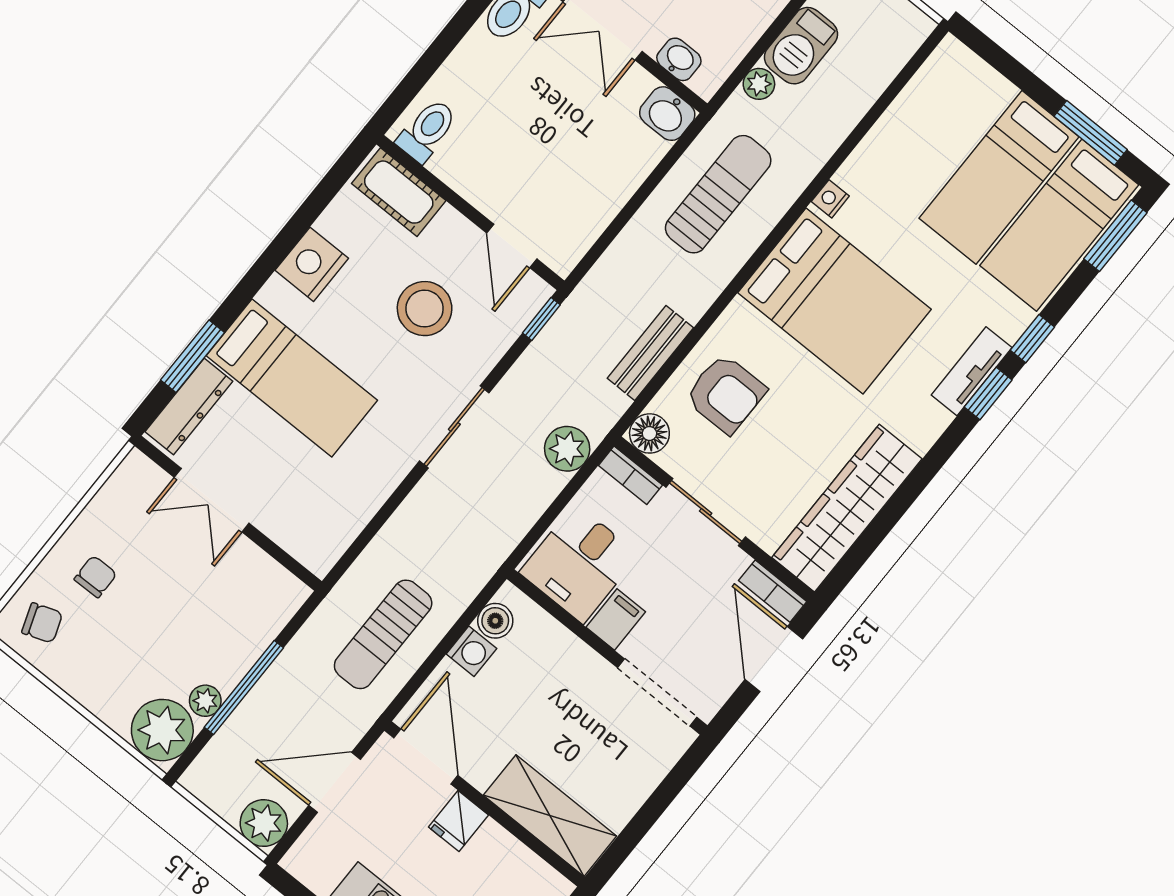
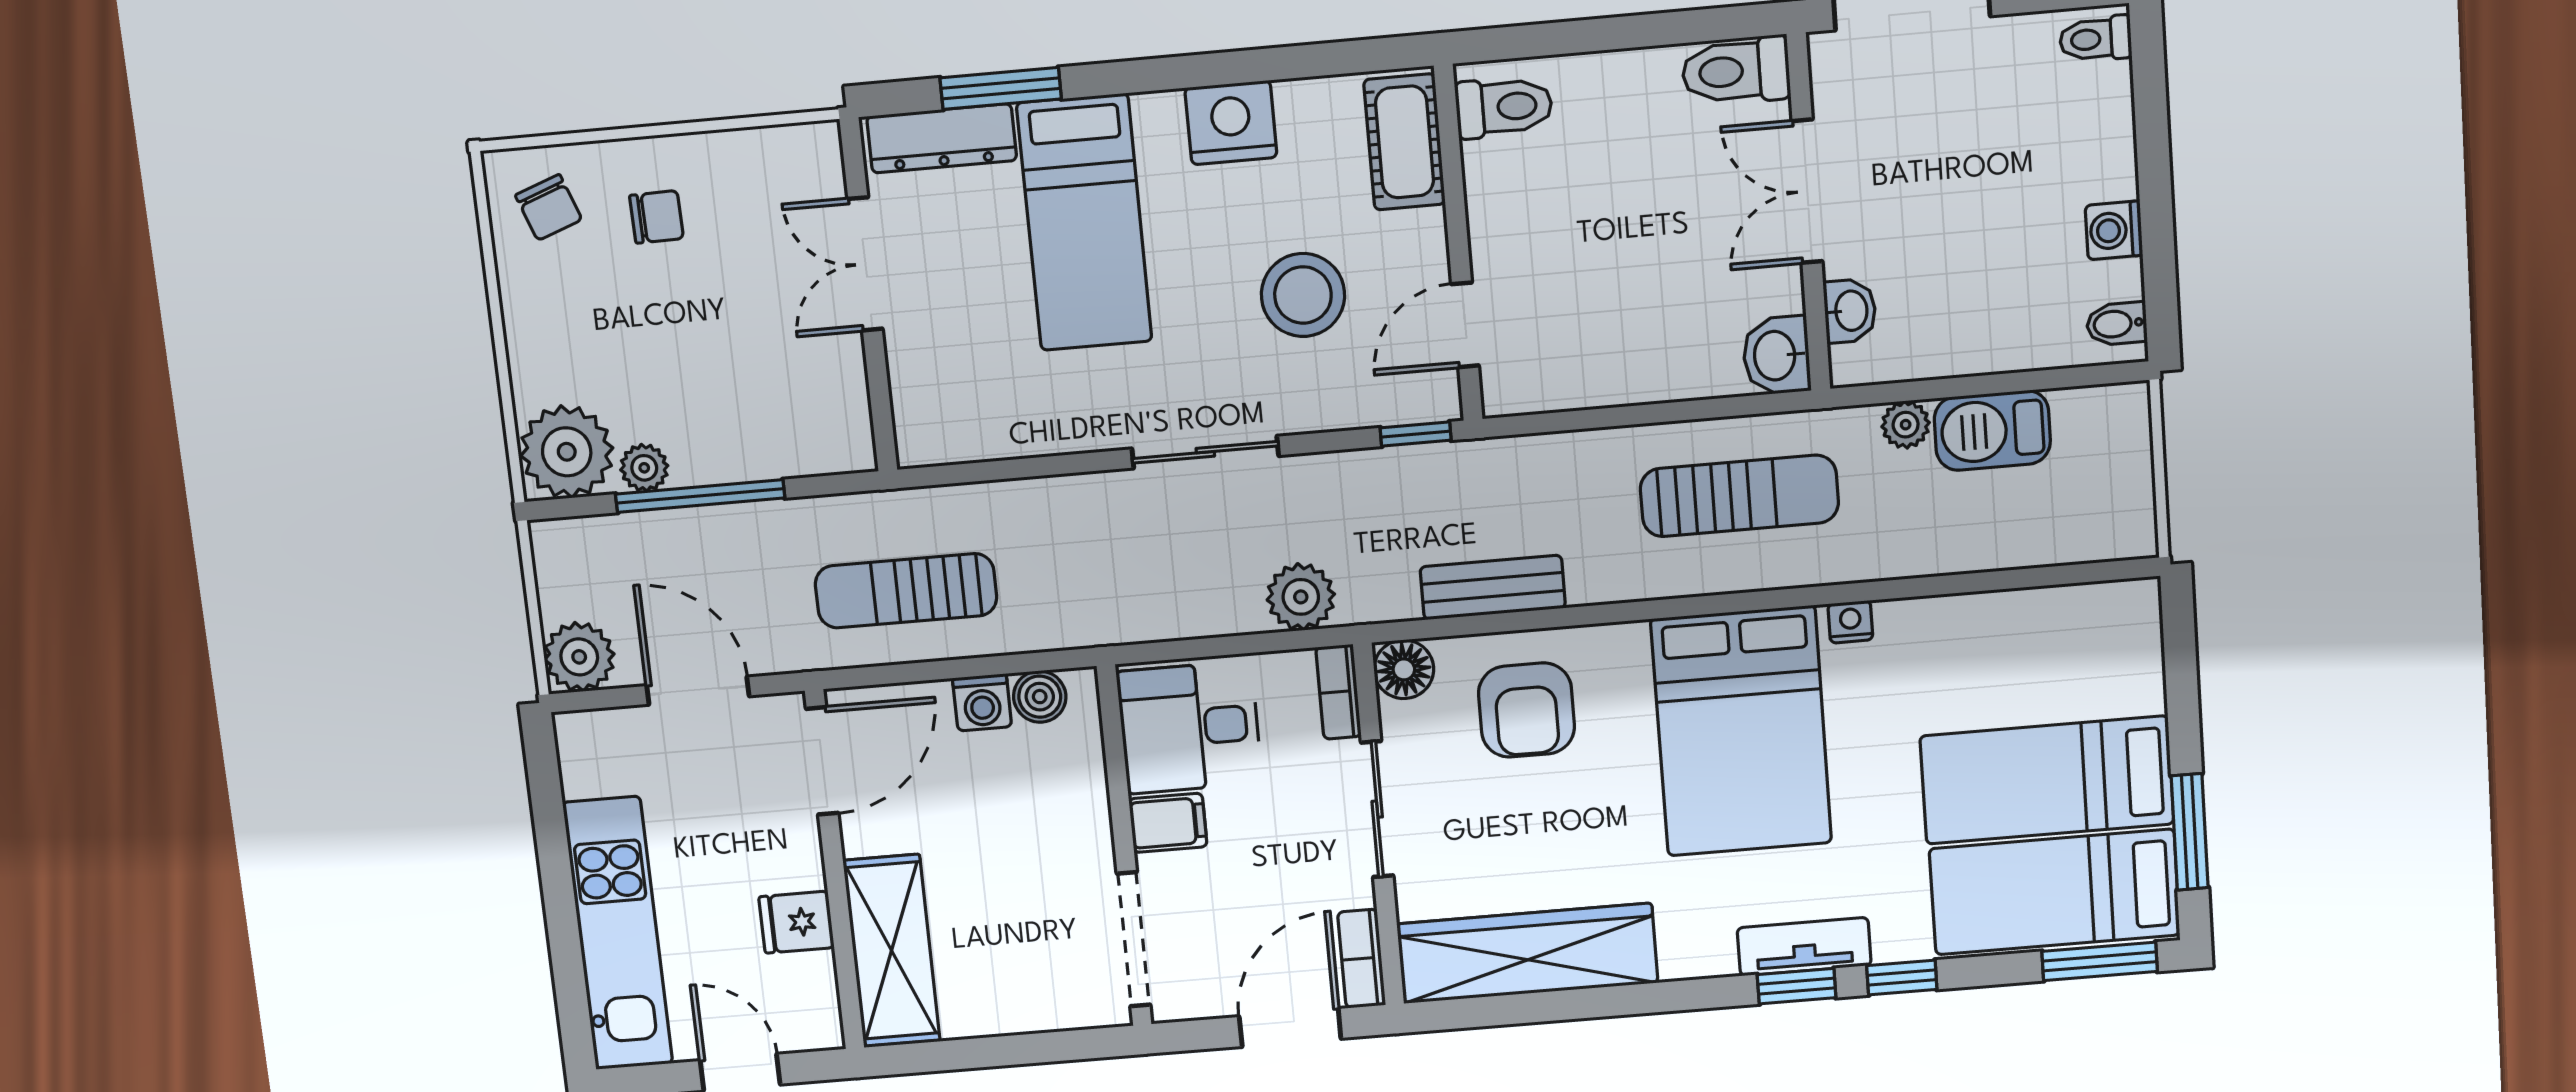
fridge: (459, 821) -> (797, 922), moved

